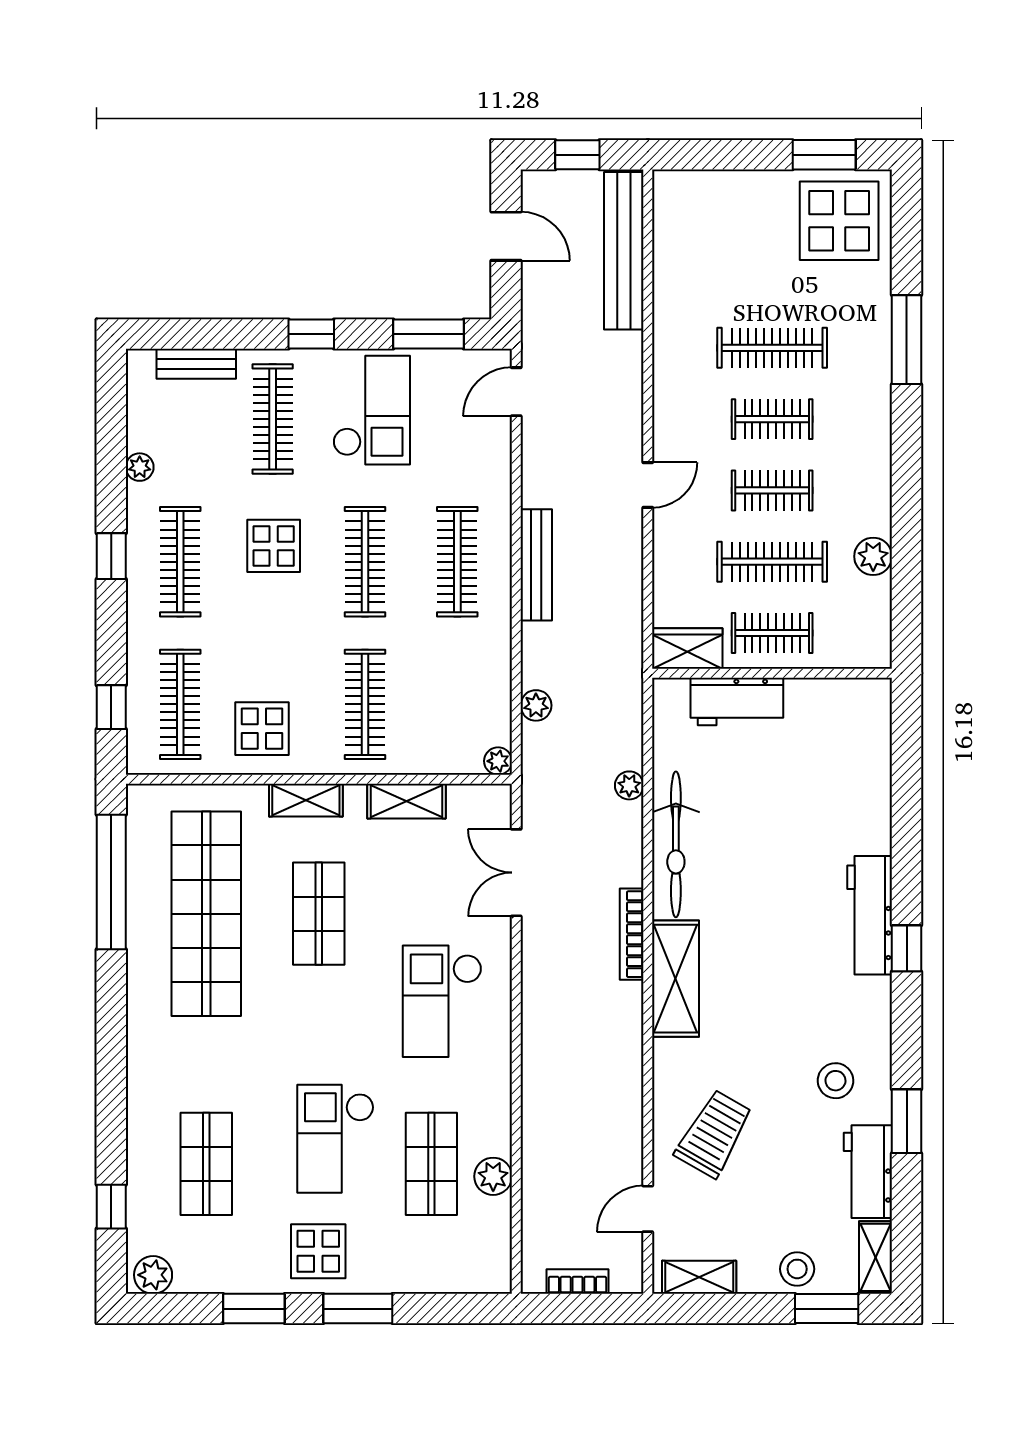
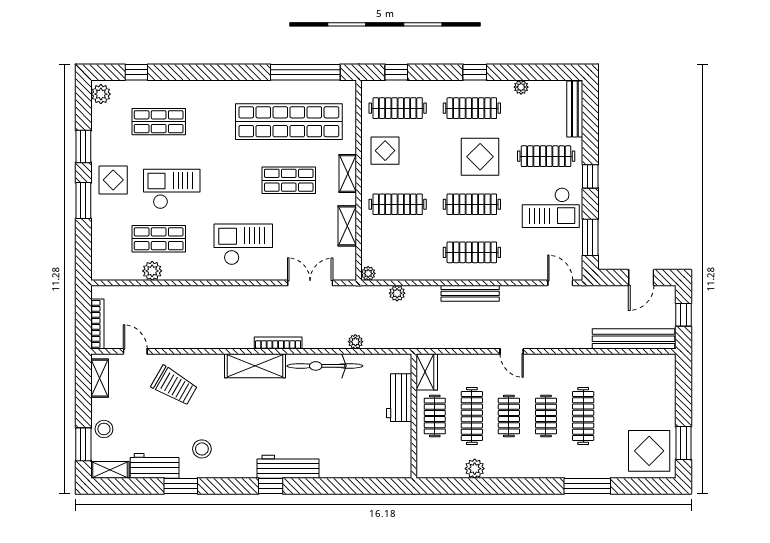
bench: (196, 364) -> (575, 109), width x1.36
display table: (274, 546) -> (480, 157), width x1.36, depth x1.36
bookcase: (578, 1282) -> (97, 324), width x1.56

